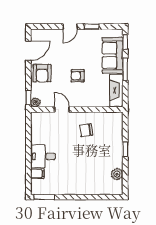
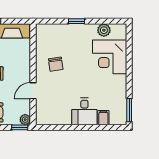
corner desk: (93, 179) -> (110, 57), added

